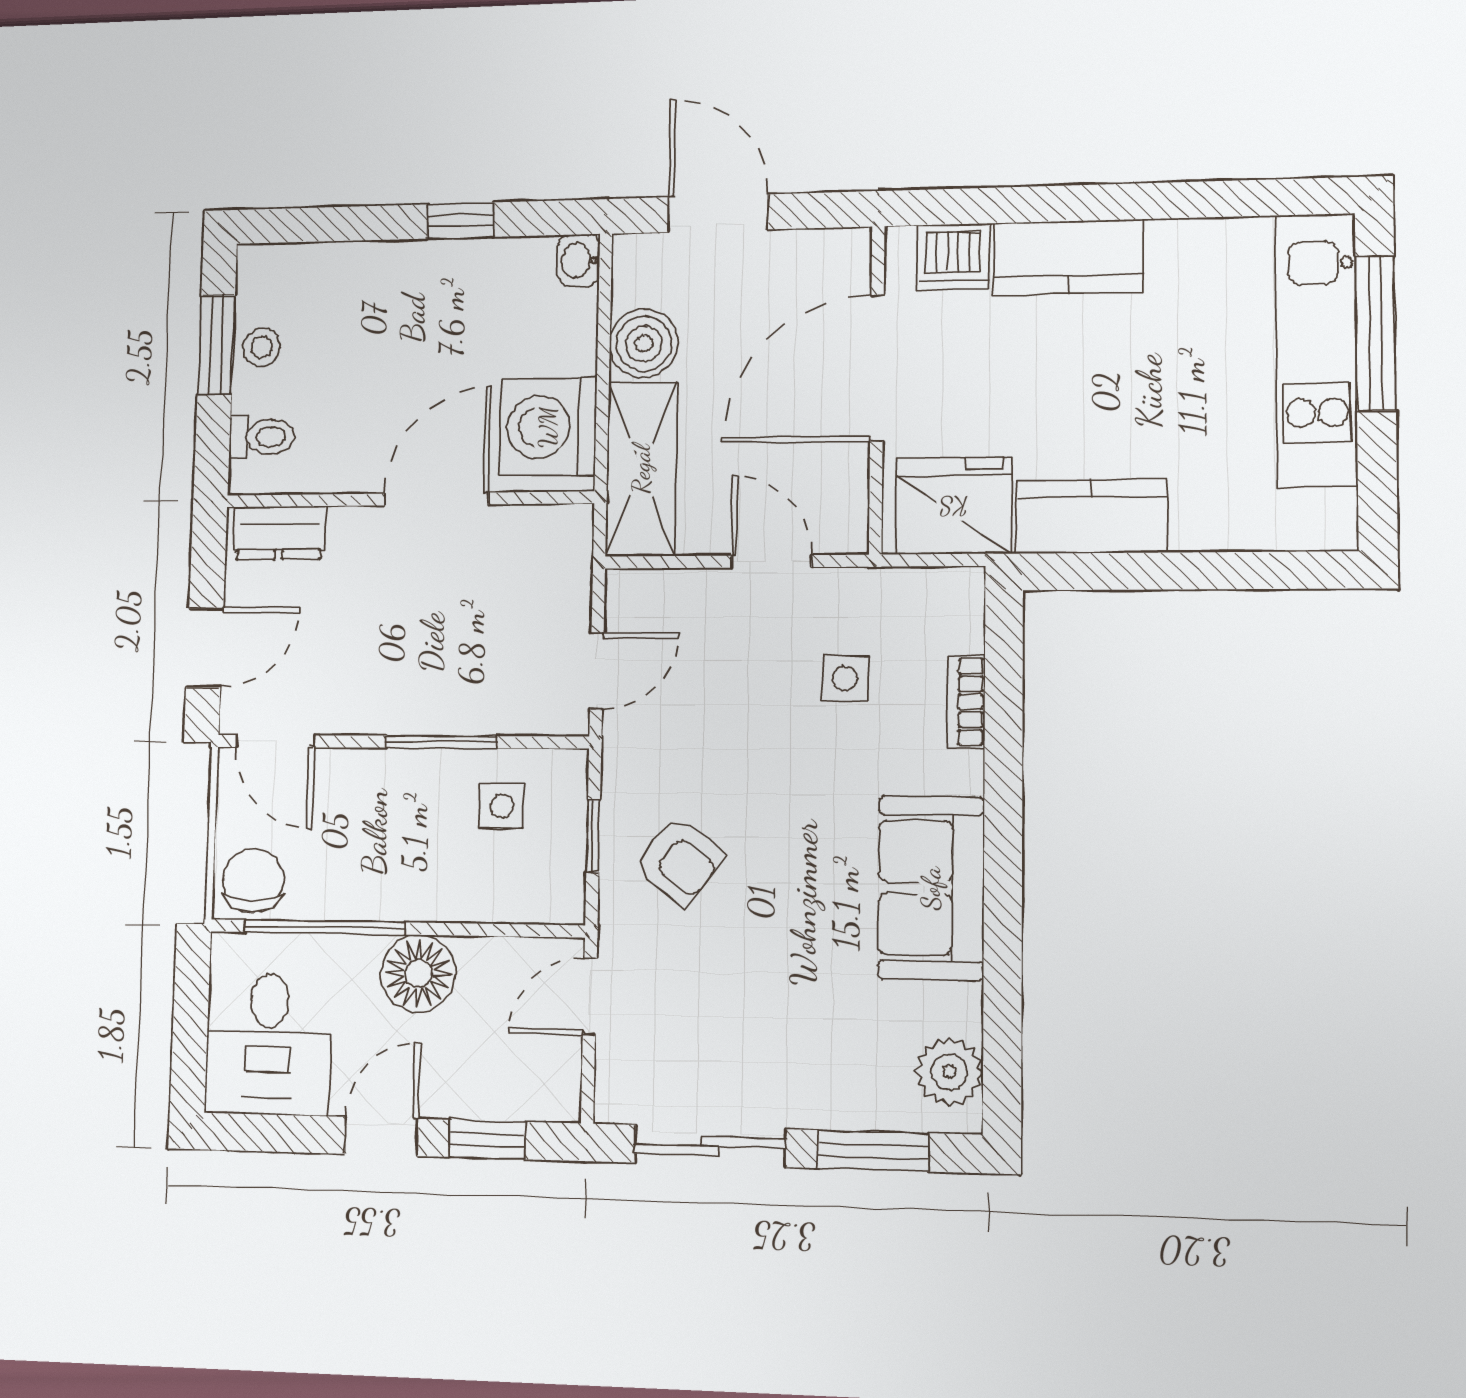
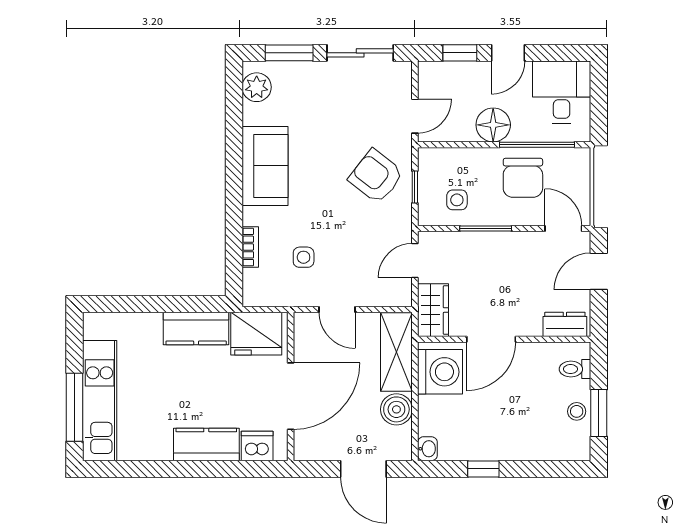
wardrobe: (560, 562) -> (433, 310), added
armchair: (679, 861) -> (376, 176), width x1.38, depth x1.38
chair: (253, 881) -> (523, 178), moved, width x1.37, depth x1.37

